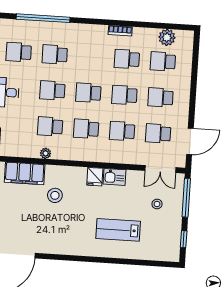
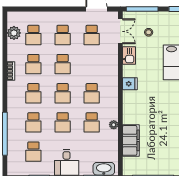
school desk: (122, 131) -> (33, 93), moved
kitchen sink: (114, 177) -> (129, 56), moved
stool: (55, 195) -> (147, 115), removed

